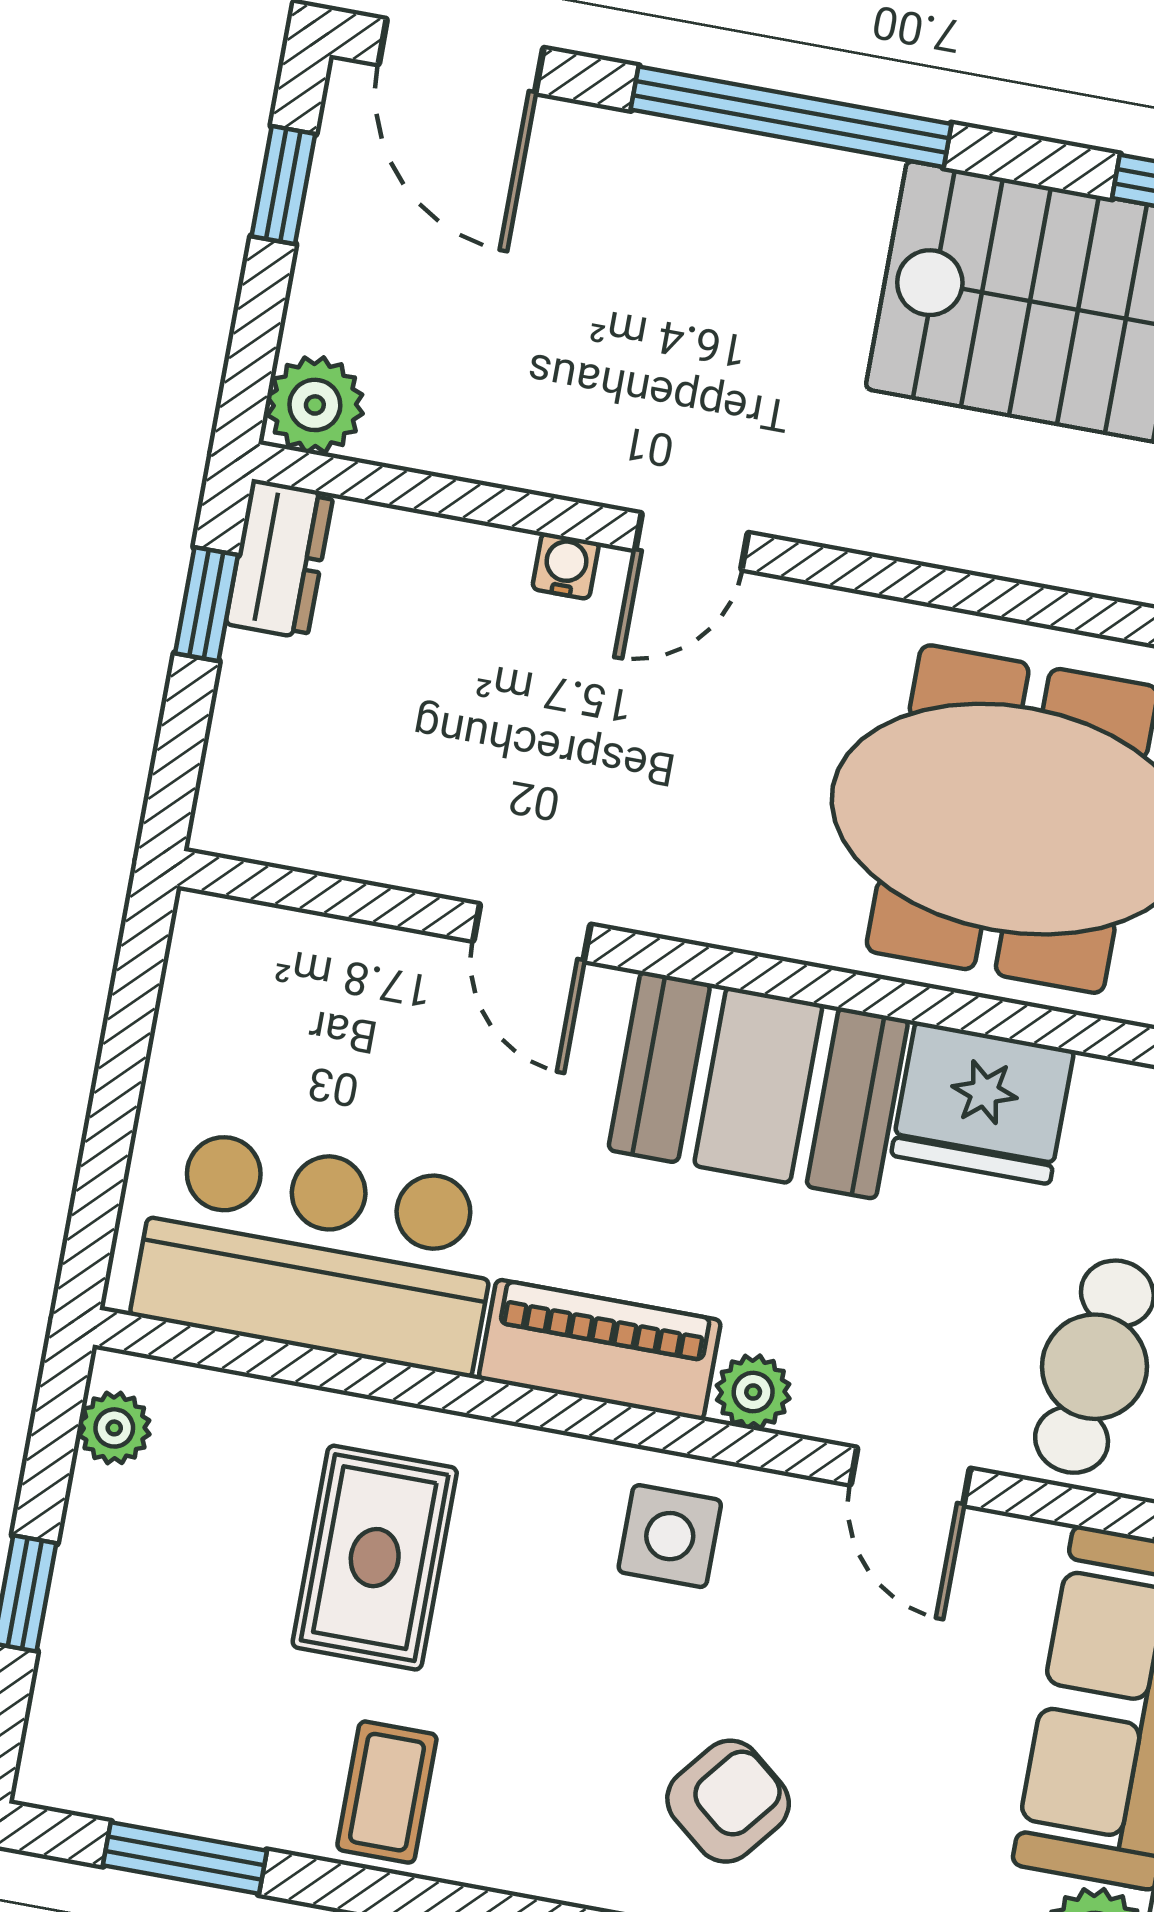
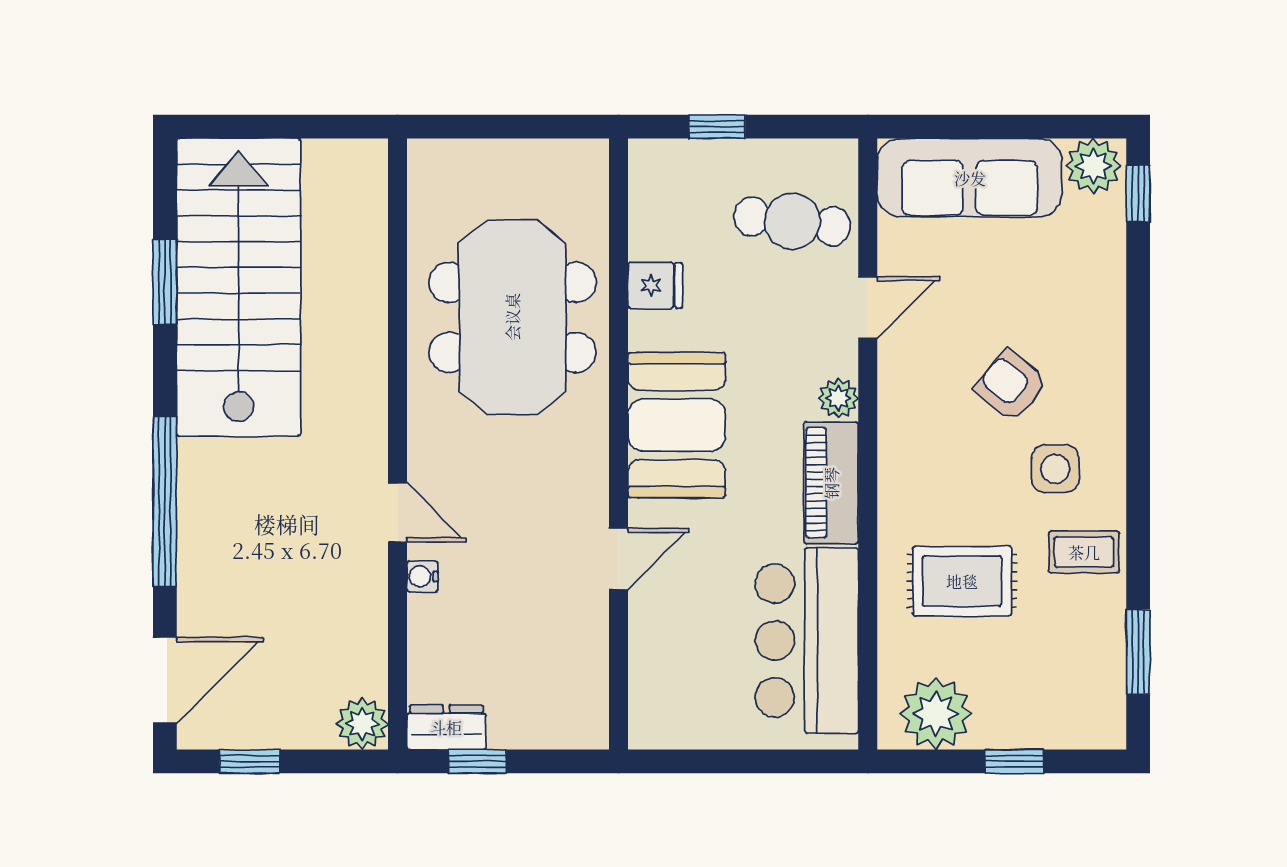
fridge: (983, 1103) -> (655, 285), width x0.53, depth x0.75
plant: (114, 1428) -> (936, 714), width x1.87, depth x1.87
side table: (670, 1536) -> (1055, 469), moved
armchair: (728, 1801) -> (1011, 386), moved

